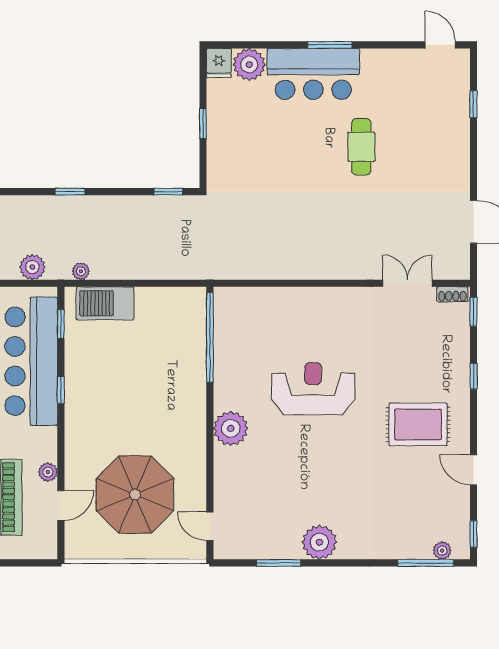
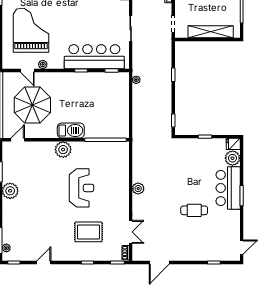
plant: (32, 267) -> (138, 189), moved
barbecue: (105, 303) -> (71, 131), moved, turned 90
rug: (418, 424) -> (88, 232), moved, turned 90

